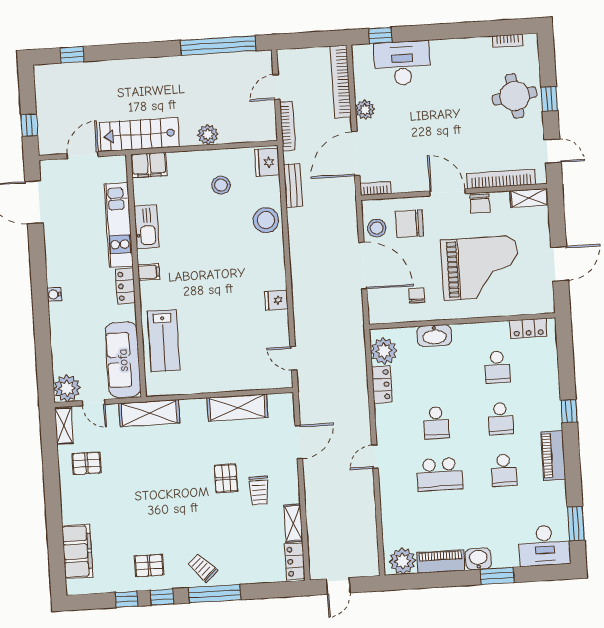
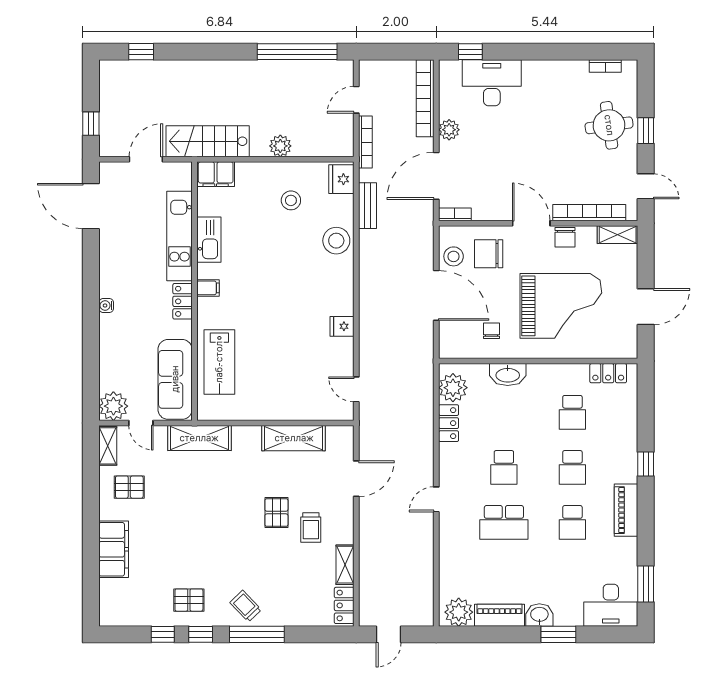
filing cabinet: (77, 551) -> (114, 549), moved

